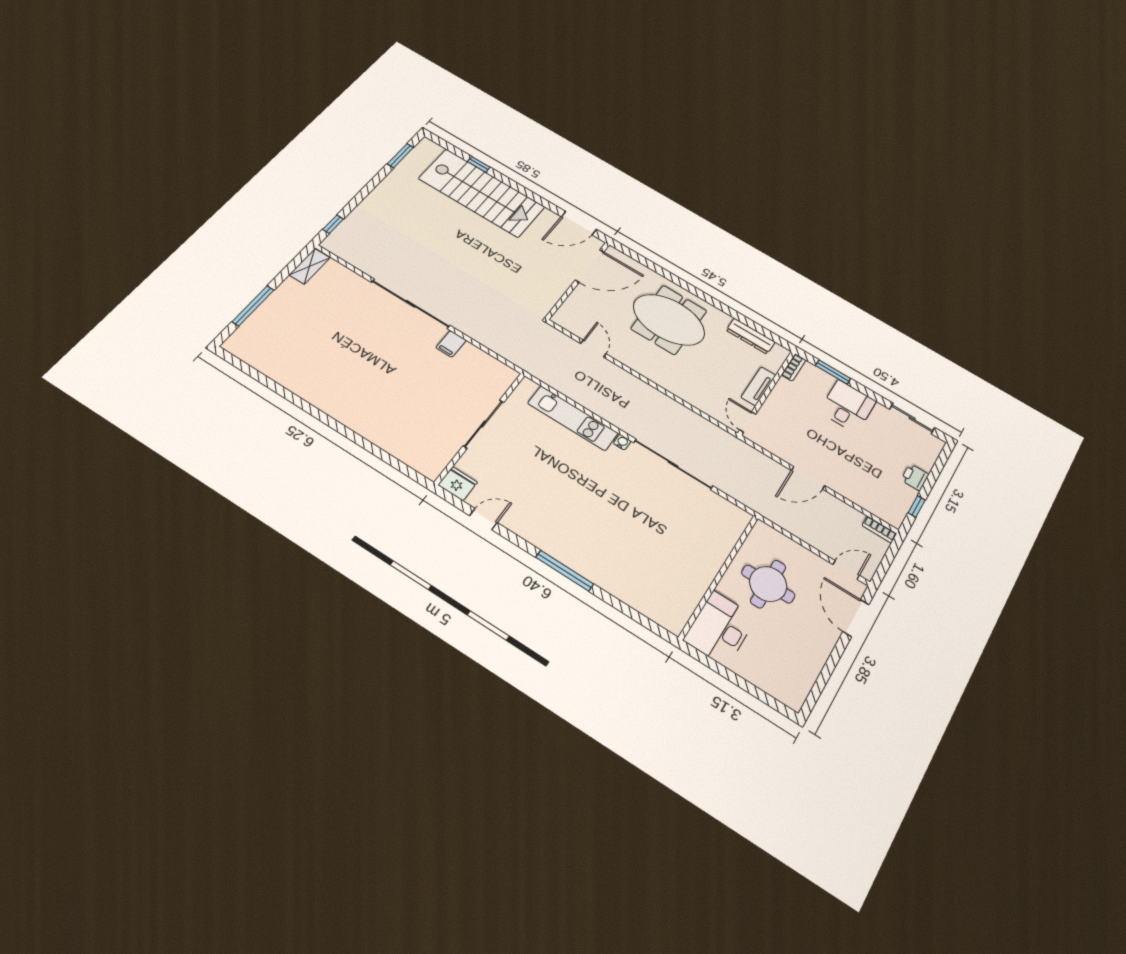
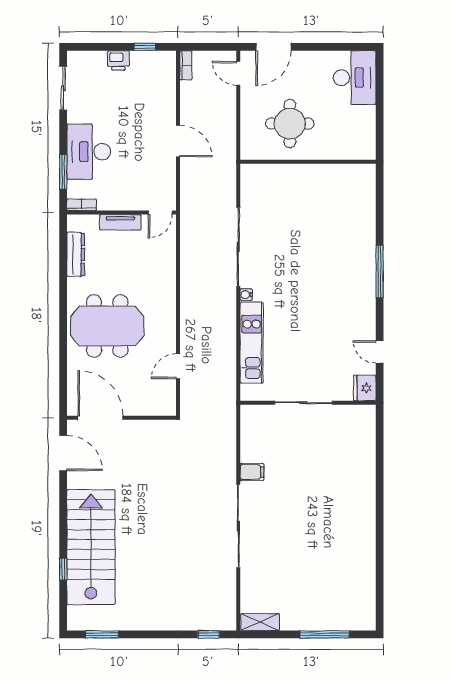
meeting table: (669, 320) -> (107, 326), turned 90
desk: (847, 406) -> (89, 152), width x1.37
desk: (720, 629) -> (355, 78), moved, turned -90

